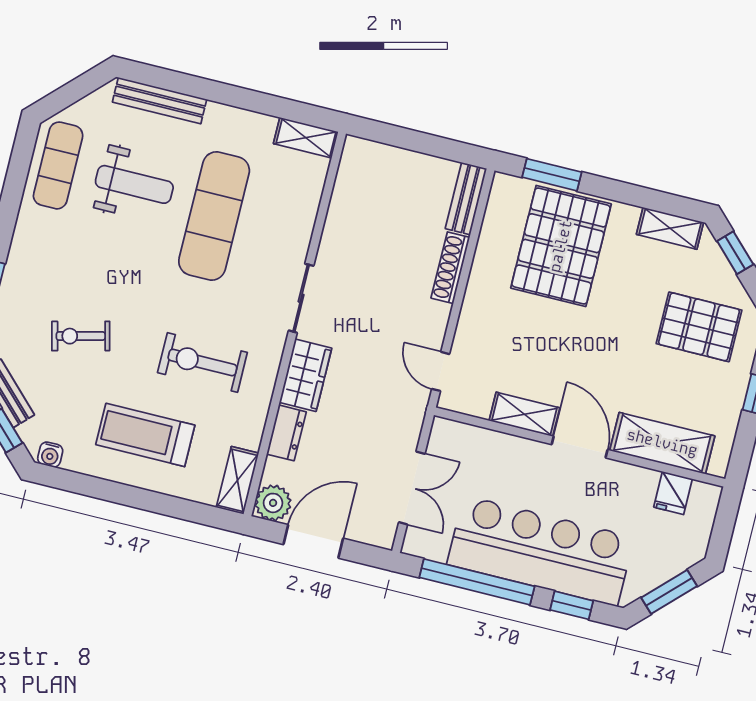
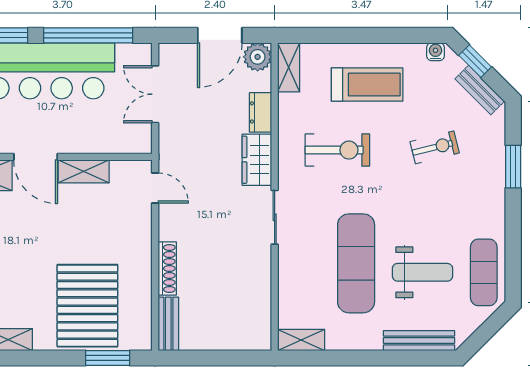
weight bench: (134, 184) -> (422, 272), turned 180

